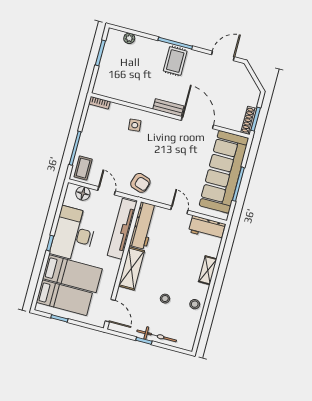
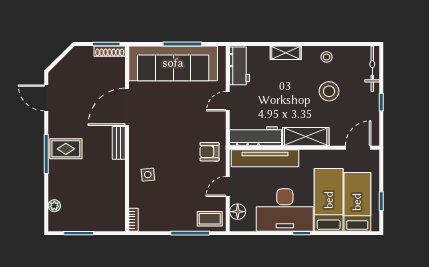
armchair: (140, 183) -> (209, 152), turned -108
stool: (165, 299) -> (329, 91), width x1.89, depth x1.89
bicycle: (157, 336) -> (372, 69), moved

